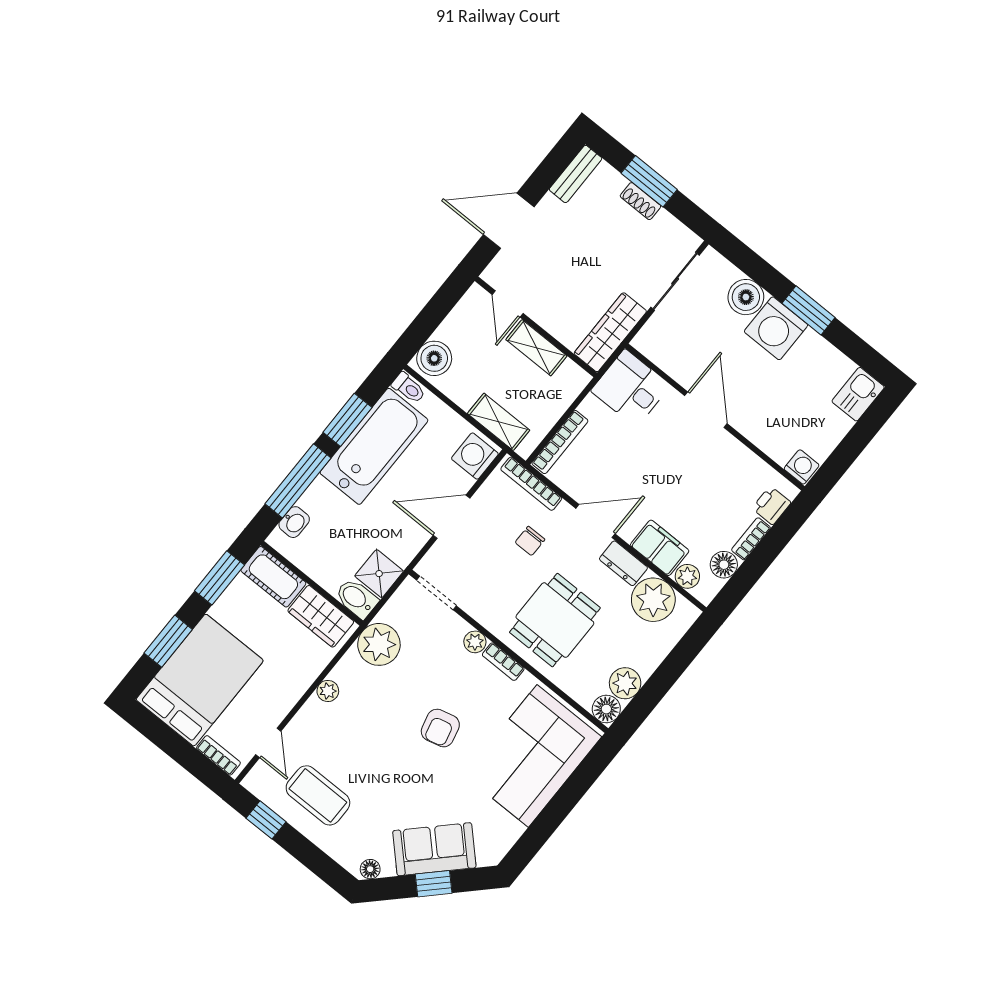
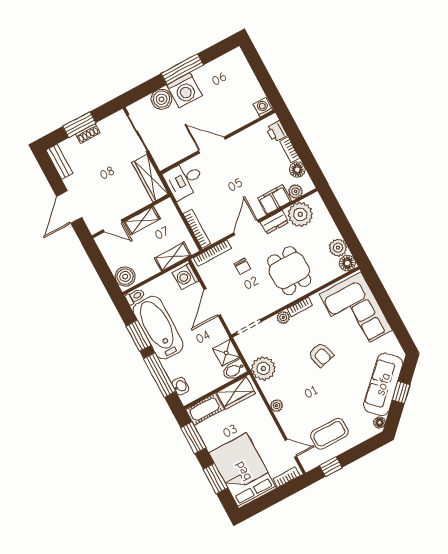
window: (808, 310) -> (182, 69), width x1.44
kitchen sink: (858, 394) -> (237, 62), removed
sofa: (434, 849) -> (383, 384), width x1.36

